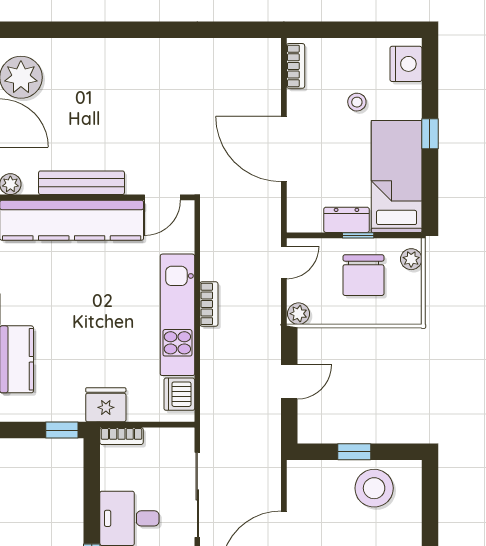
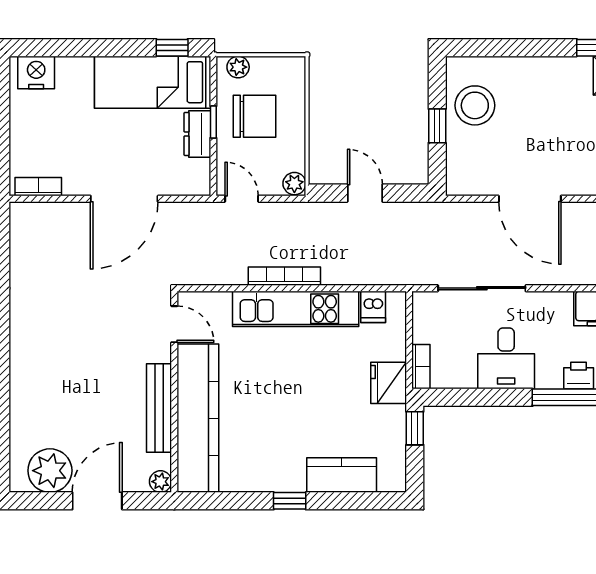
stool: (357, 102) -> (76, 123), removed
window: (430, 134) -> (172, 48), moved
bookcase: (209, 304) -> (284, 276), width x1.56
dishwasher: (179, 394) -> (373, 307), width x0.73

